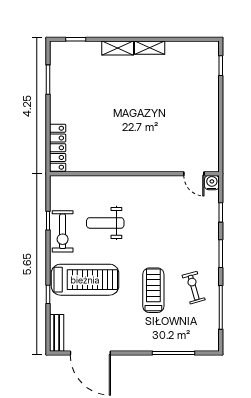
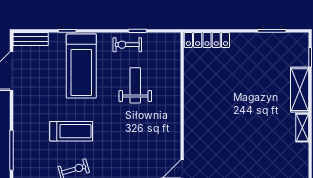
shelving: (118, 48) -> (300, 90), width x1.50, depth x1.33
exercise bike: (63, 231) -> (127, 45), width x0.73, depth x0.72

